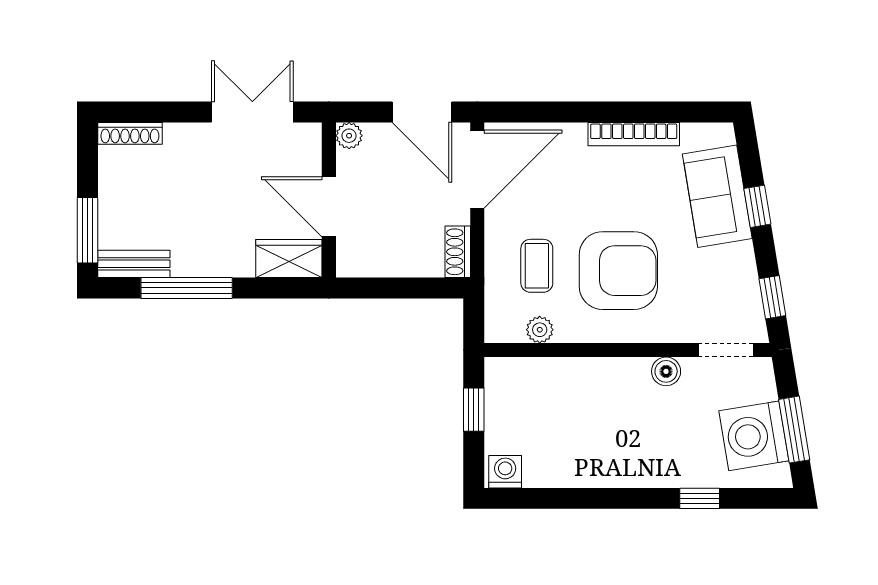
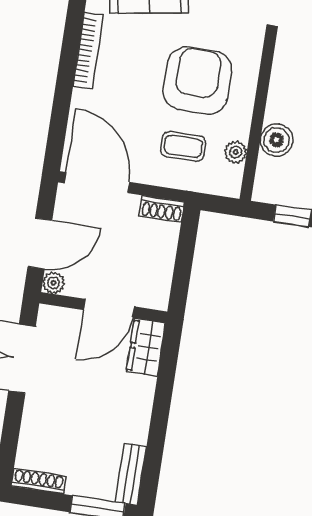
door: (422, 112) -> (40, 243), moved
shoe rack: (130, 133) -> (39, 481), moved, turned -90
window: (187, 288) -> (157, 434), removed
boiler: (666, 371) -> (277, 140), moved, width x1.36, depth x1.36

